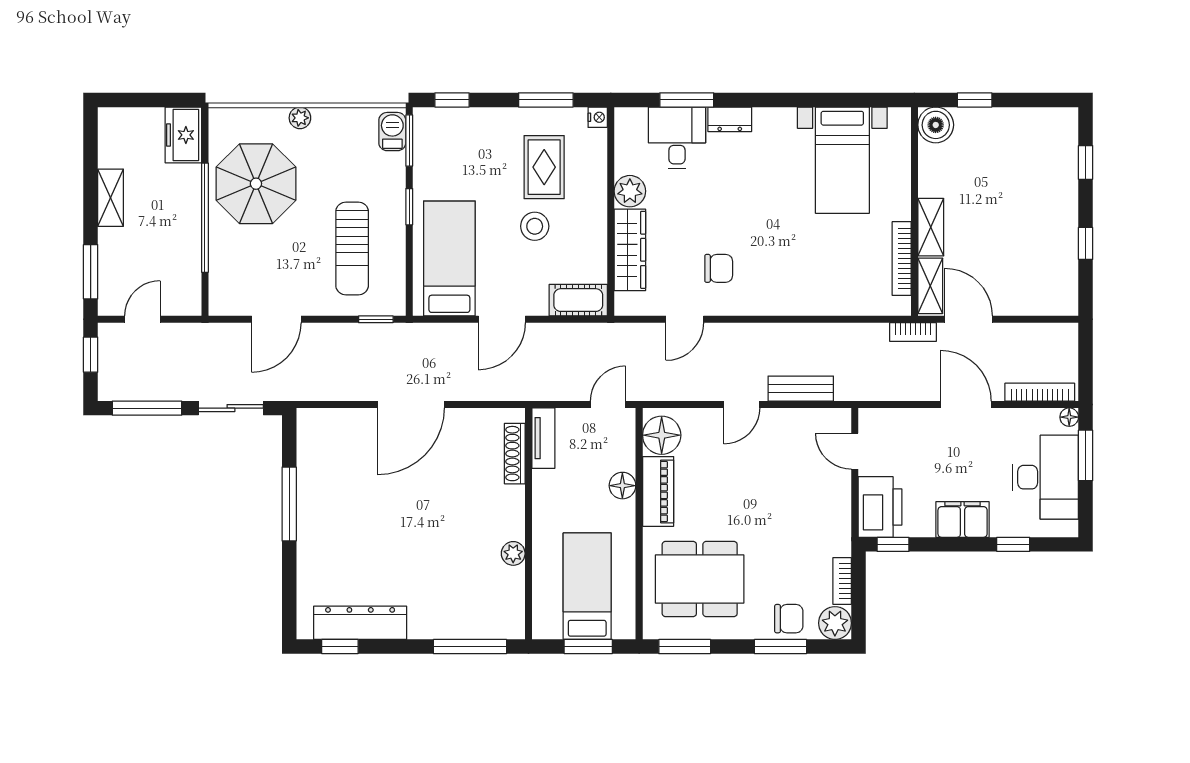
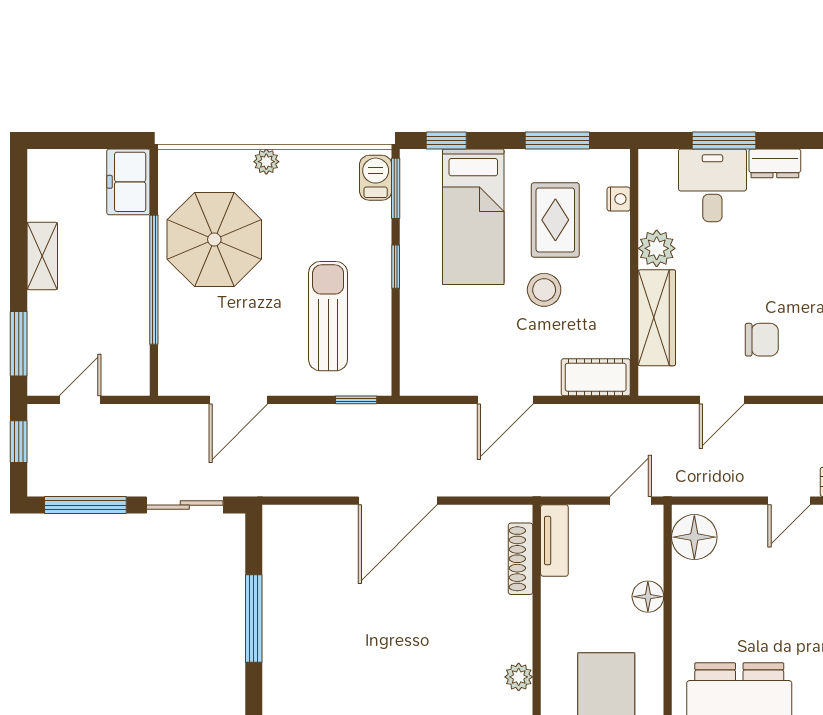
nightstand: (598, 117) -> (619, 199), moved
sun lounger: (352, 248) -> (328, 316), turned 180
bed: (449, 258) -> (473, 217), moved, turned 180
piano: (658, 491) -> (690, 604), removed

